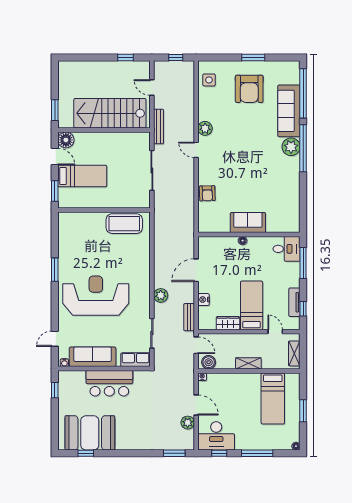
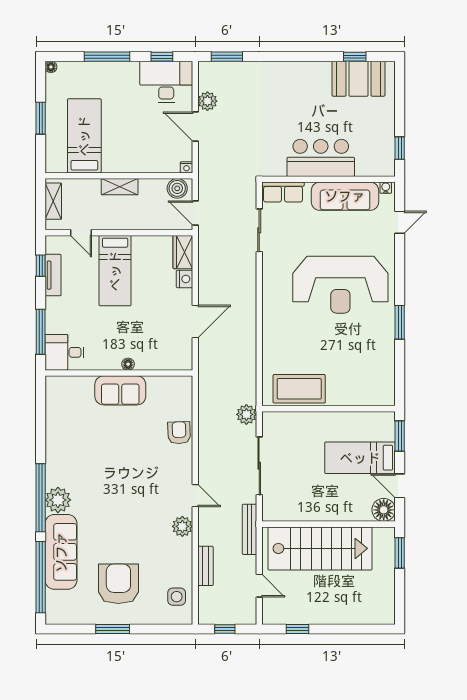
plant: (161, 295) -> (246, 414), moved
bench: (189, 317) -> (205, 566), moved
wardrobe: (228, 323) -> (183, 252), moved, turned 90
booth: (90, 433) -> (359, 79), width x0.73, depth x0.70

